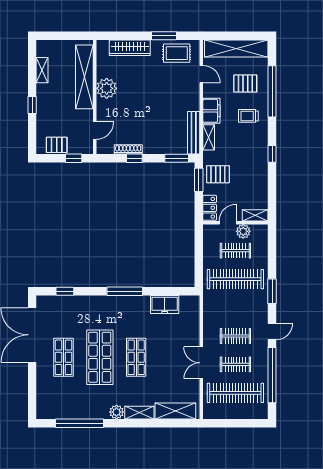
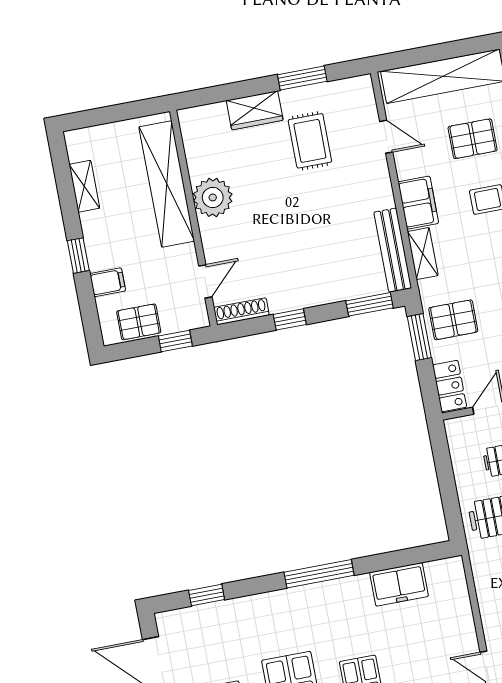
wardrobe: (130, 48) -> (255, 110), width x0.67
rug: (177, 53) -> (310, 141), moved, turned 90
filing cabinet: (45, 122) -> (108, 282), added
shoe rack: (128, 149) -> (241, 311), moved

